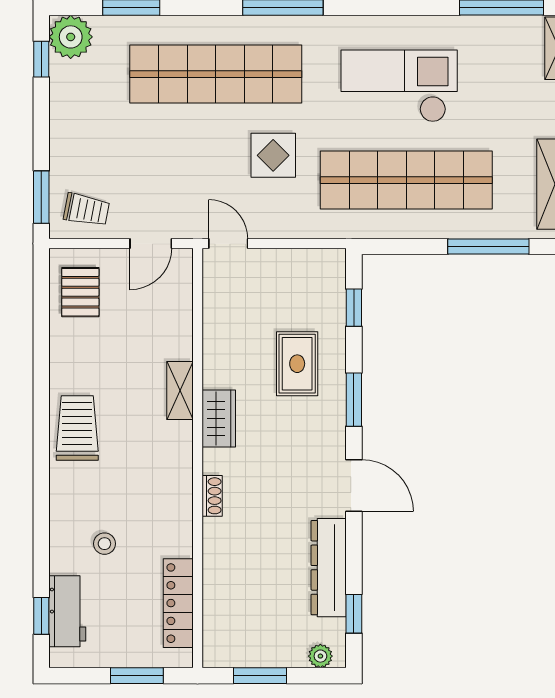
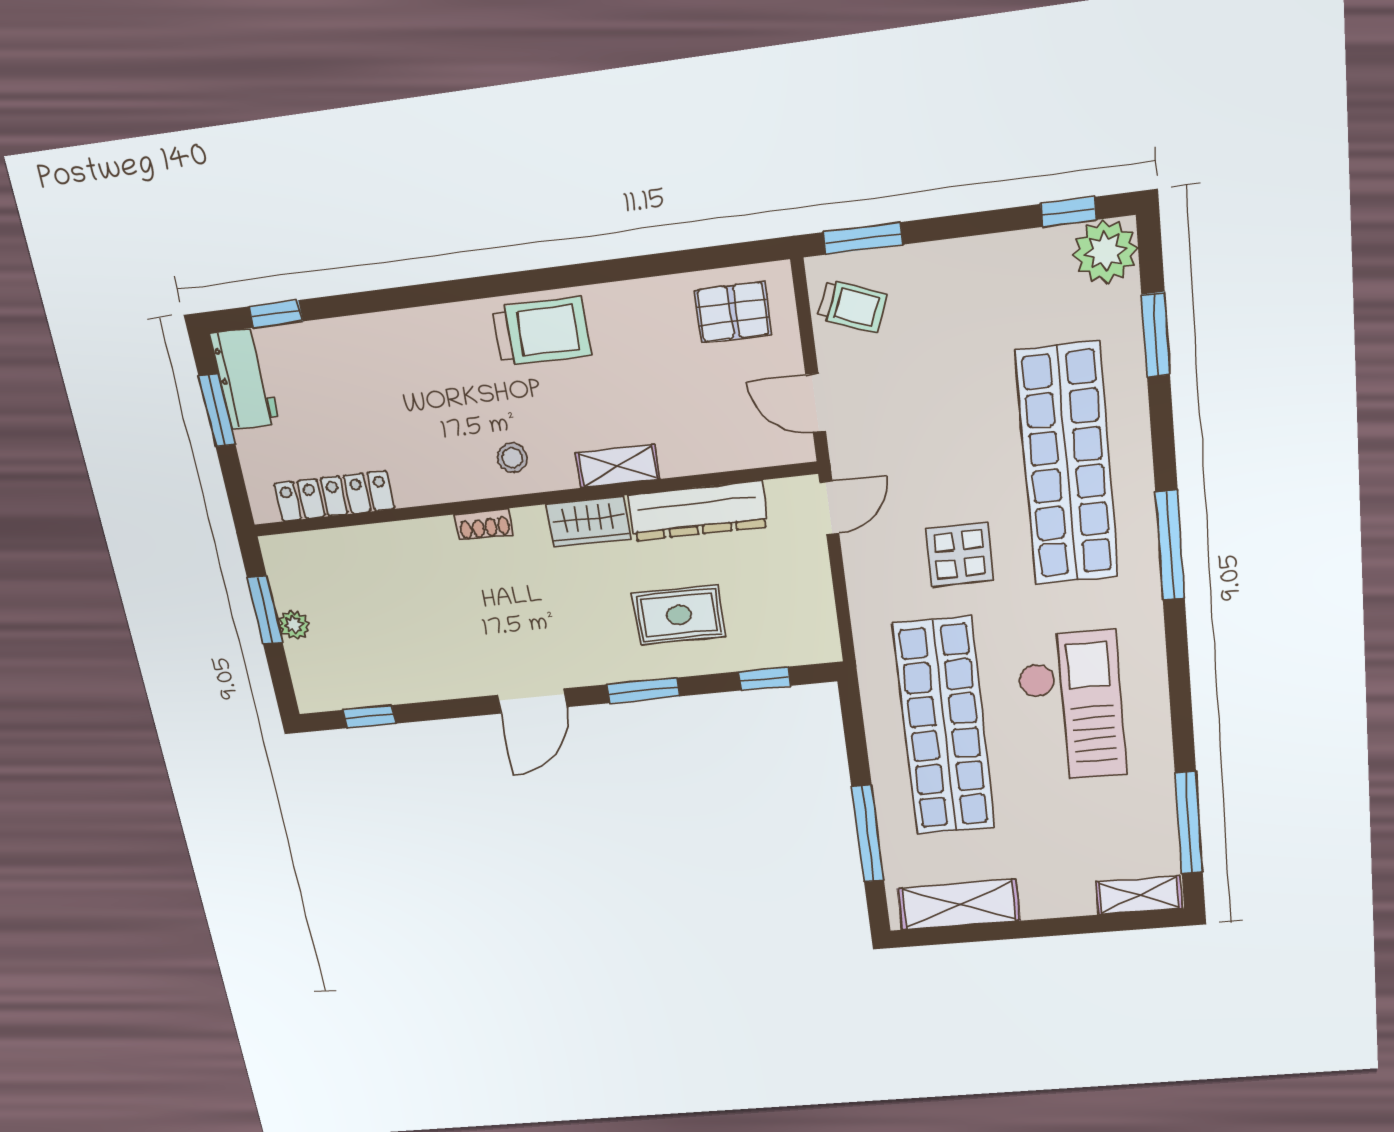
trolley: (87, 210) -> (853, 306), turned -79
stool: (104, 544) -> (512, 458), moved
dresser: (329, 568) -> (698, 511), moved, turned 180
workbench: (67, 611) -> (245, 379), moved, turned -90
plant: (320, 656) -> (294, 625), moved
window: (137, 676) -> (217, 410), moved

